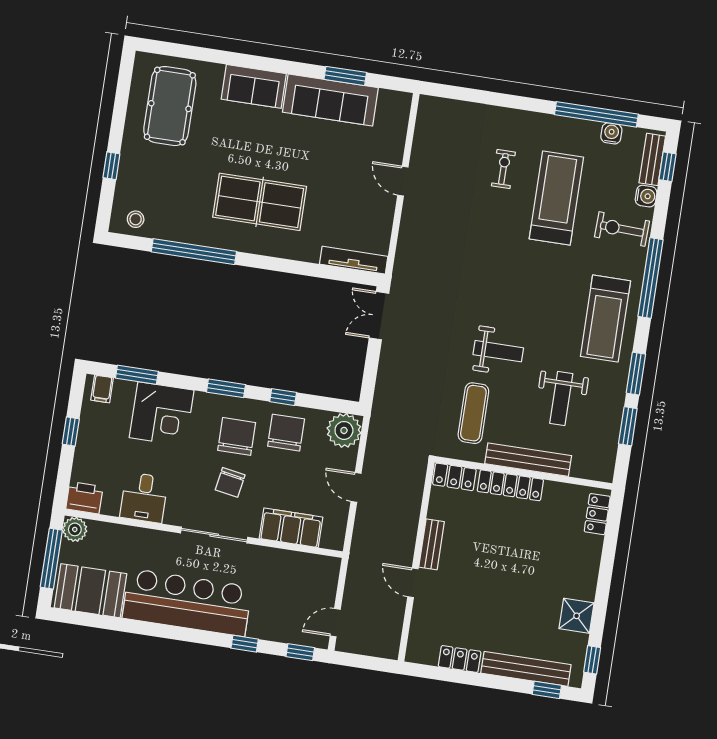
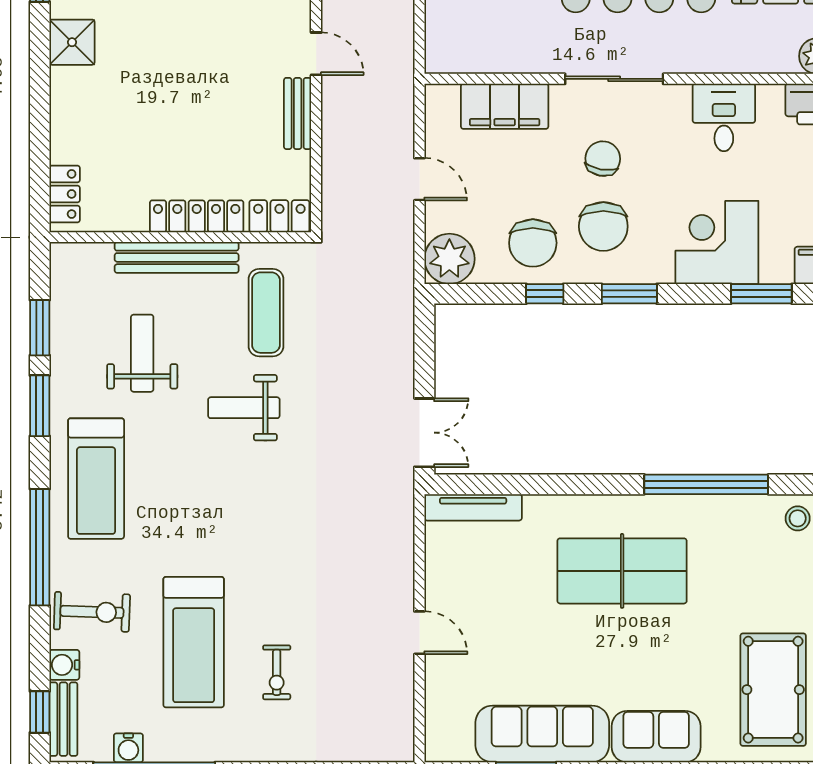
treadmill: (605, 319) -> (96, 479), turned 180

